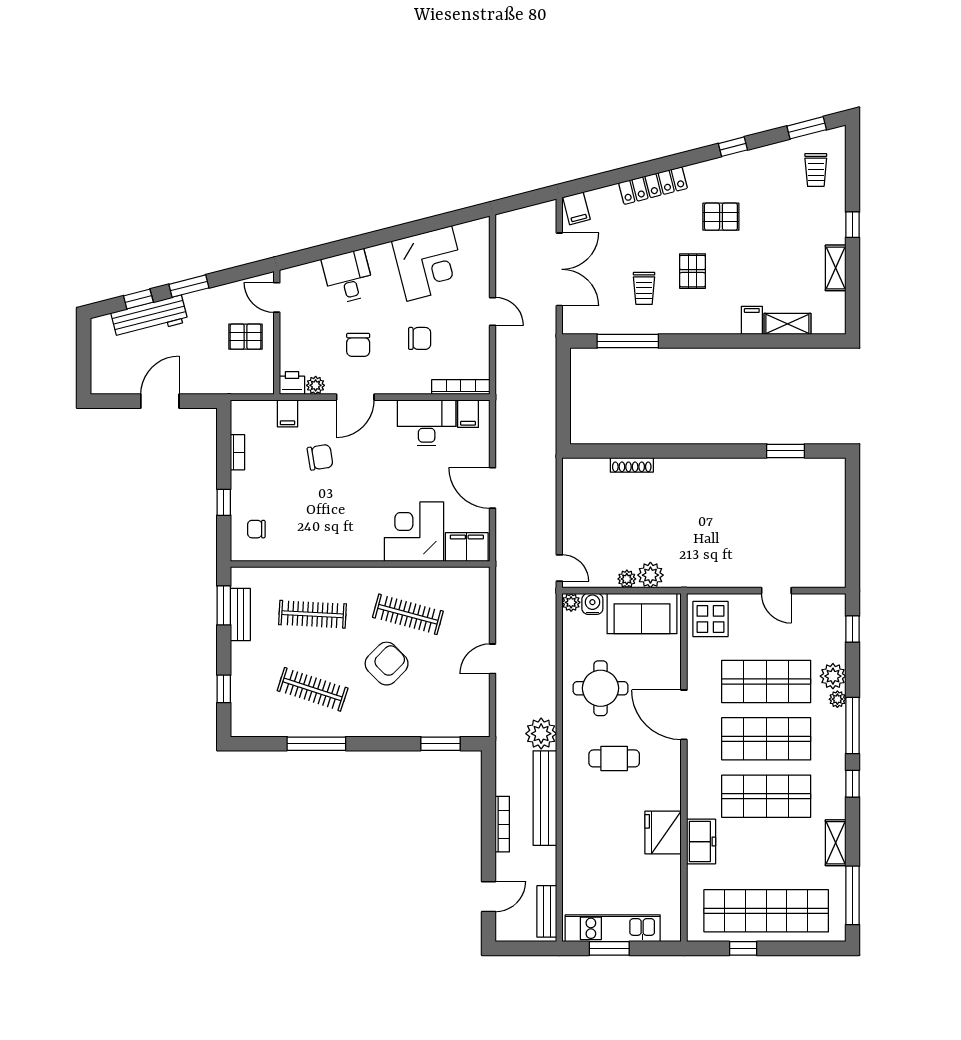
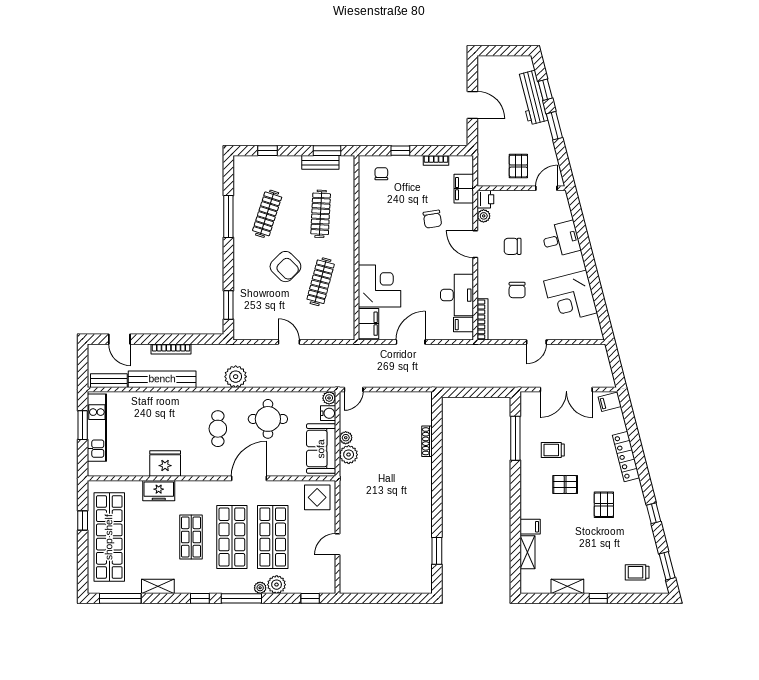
filing cabinet: (287, 413) -> (464, 189), width x2.00
shop shelf: (766, 796) -> (191, 537), width x0.70, depth x0.74
bench: (545, 798) -> (162, 379), moved

